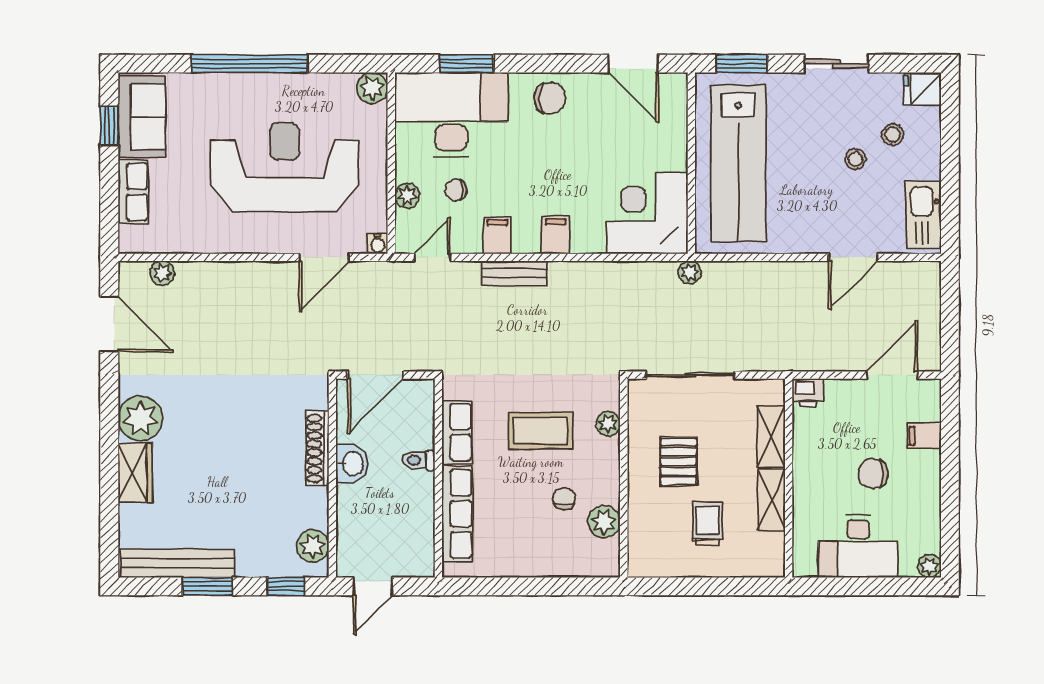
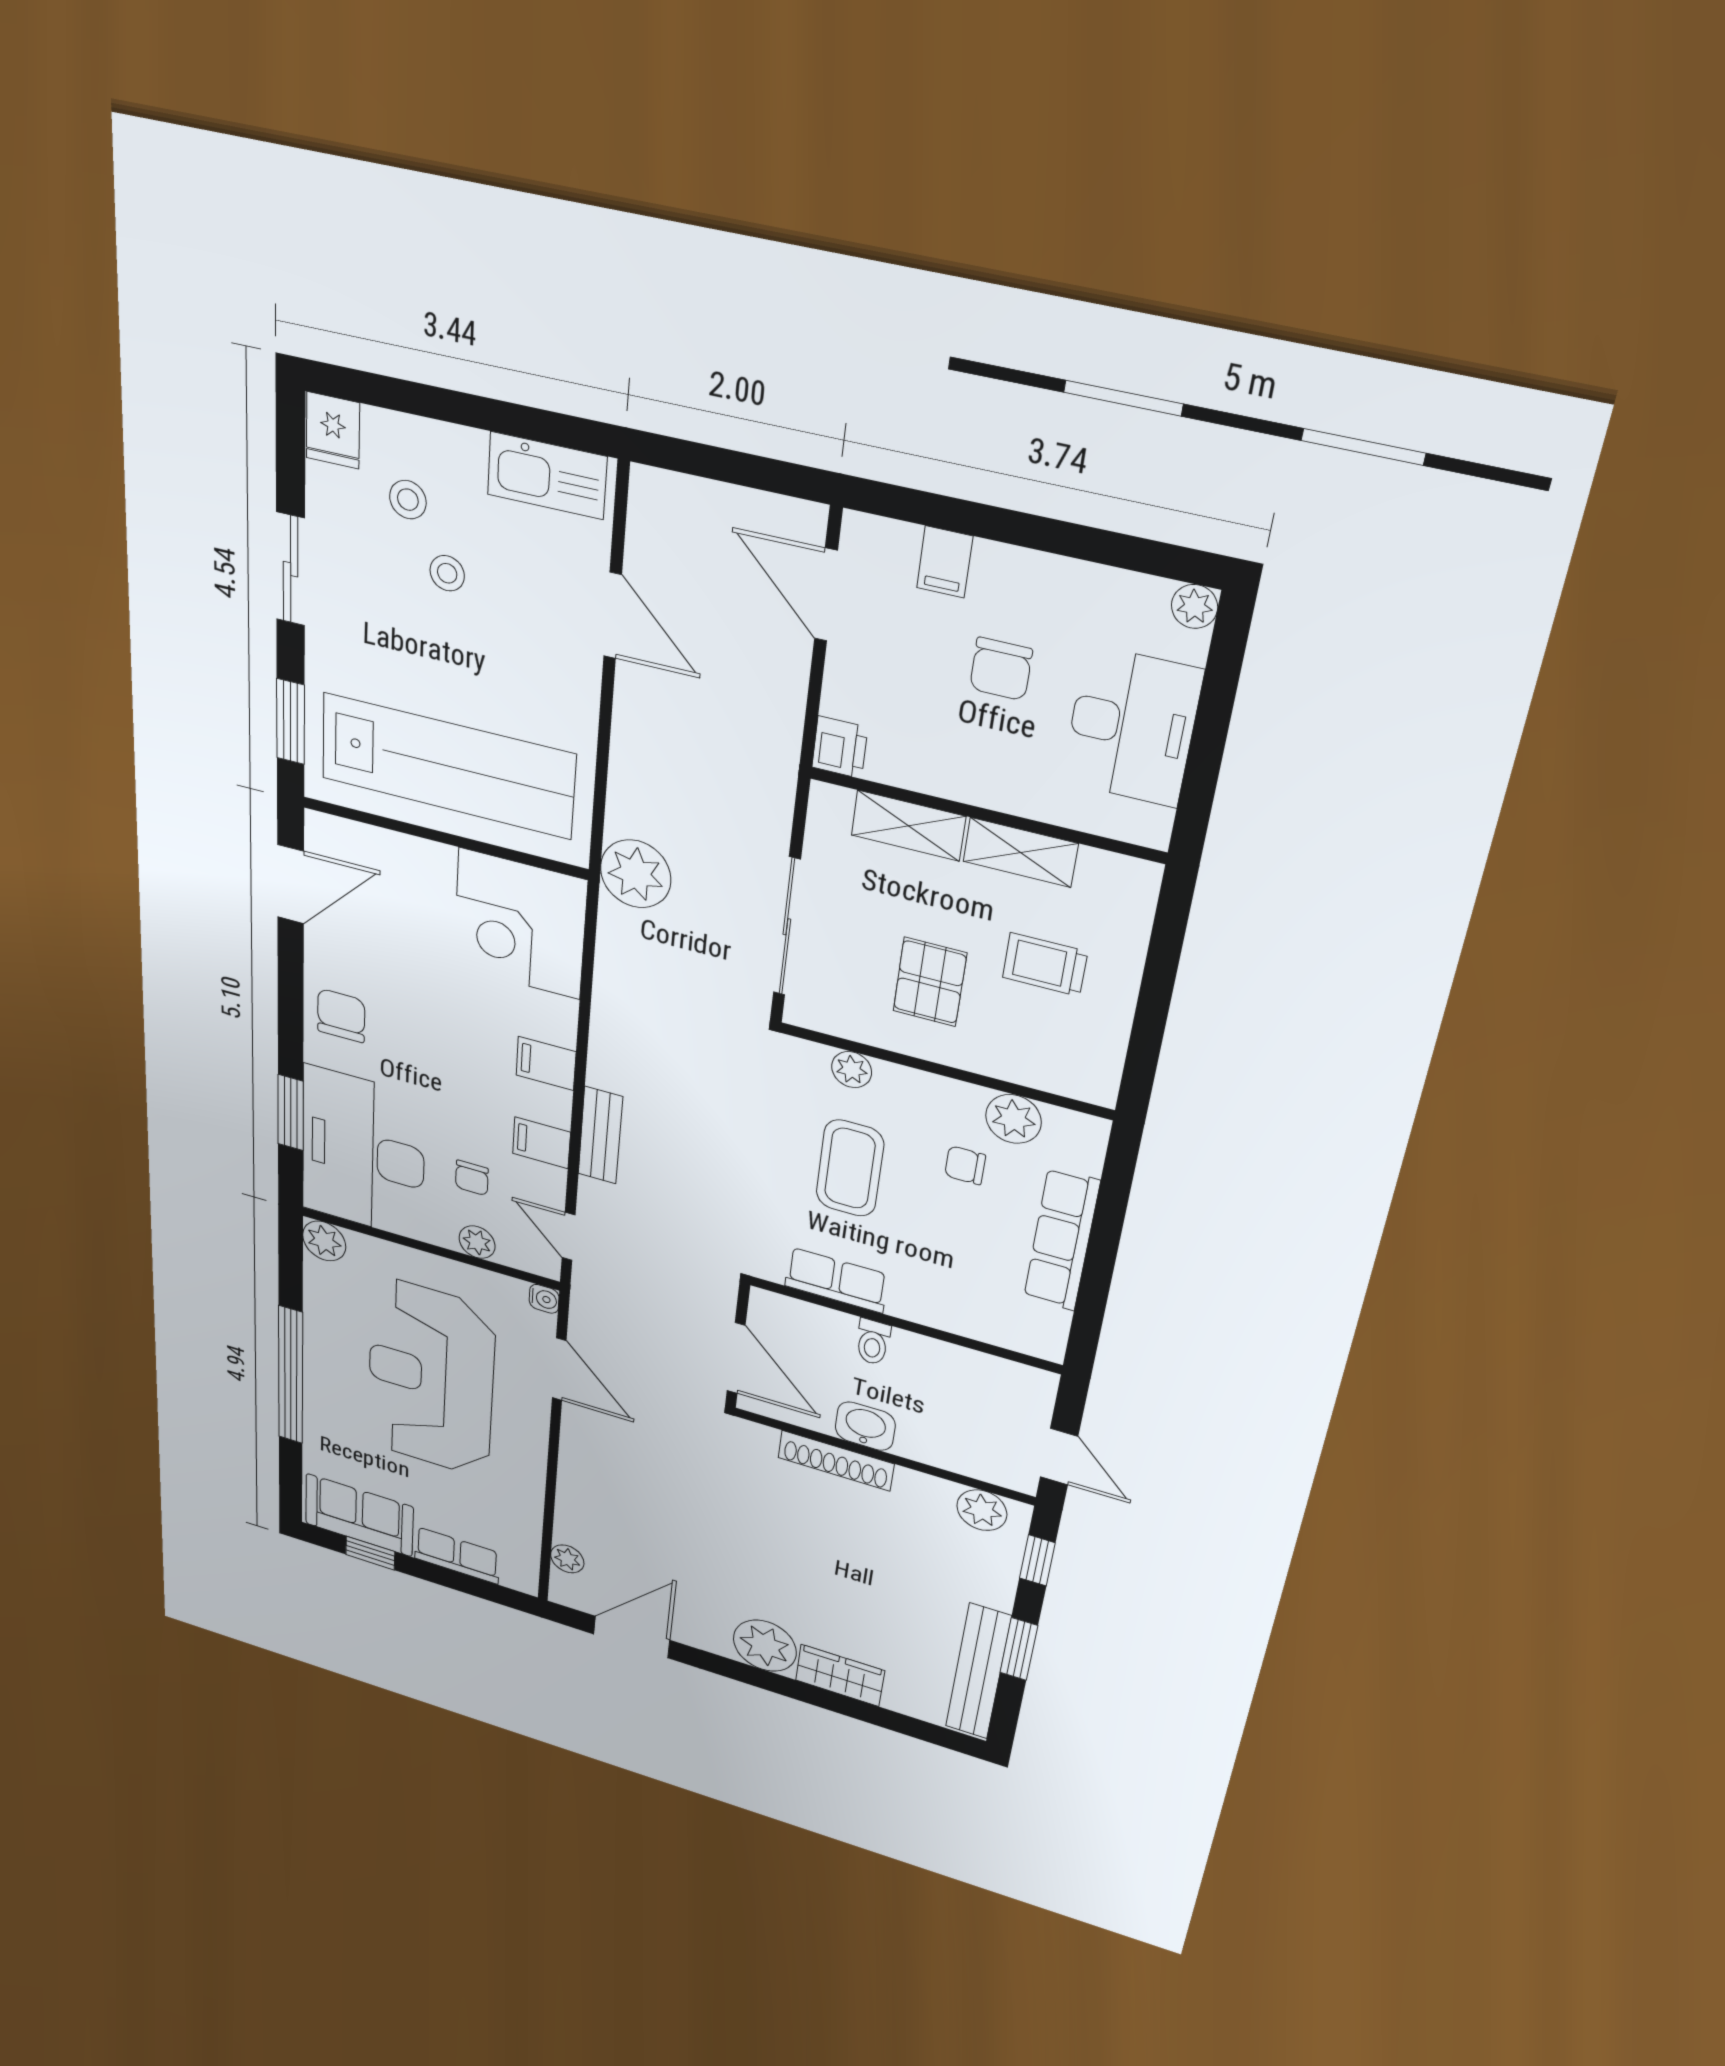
plant: (690, 272) -> (636, 874), width x1.88, depth x1.88
pallet: (679, 461) -> (930, 982), turned 90
row of seats: (457, 514) -> (1062, 1240), moved, turned -90

